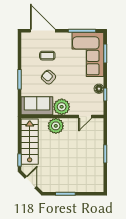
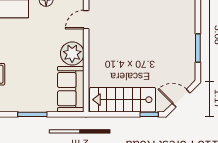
armchair: (48, 77) -> (29, 72), removed
door: (85, 116) -> (86, 20), swing flipped
plant: (56, 126) -> (100, 62), removed

